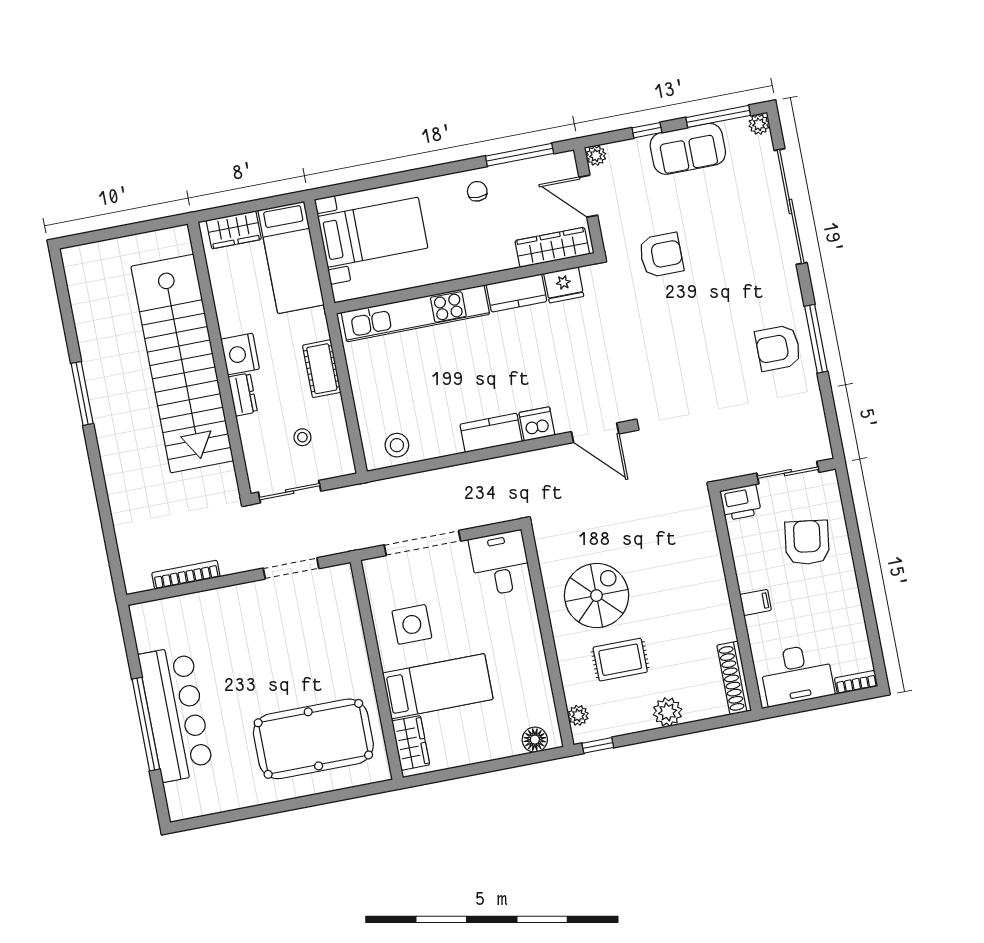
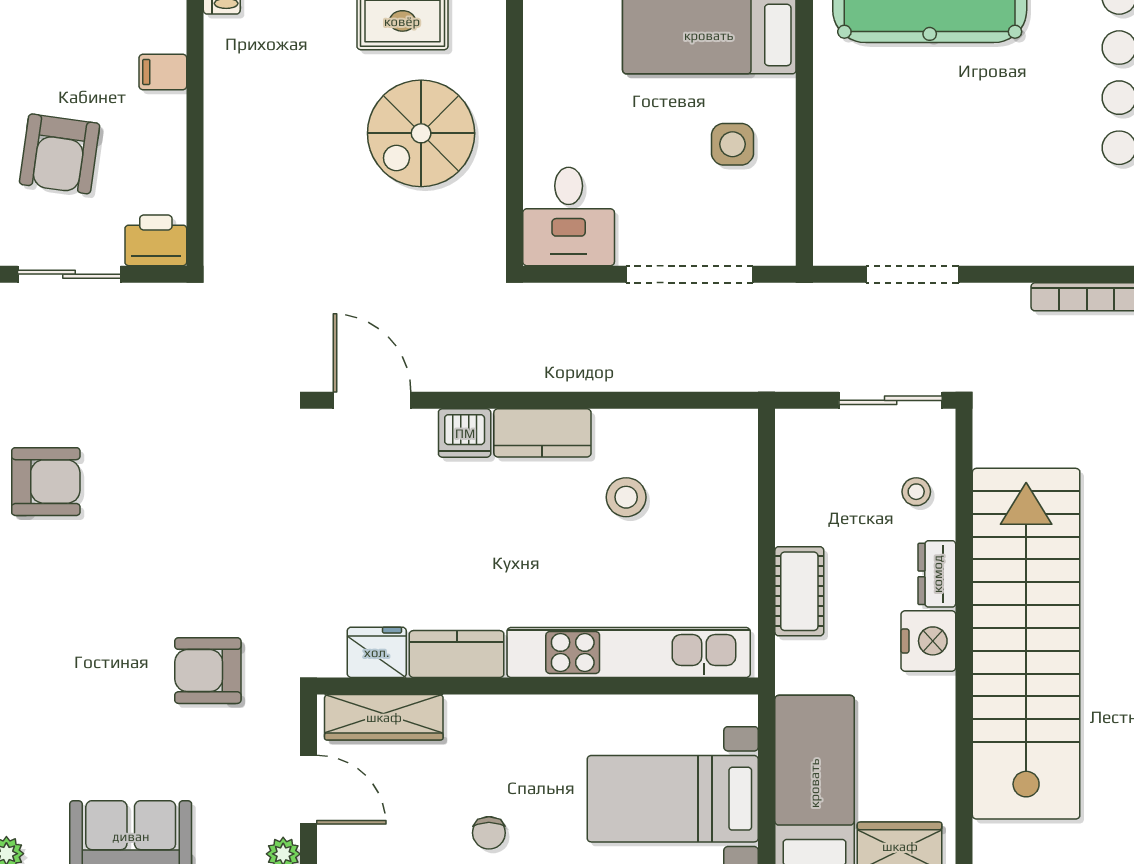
stool: (302, 437) -> (916, 492), moved
stool: (397, 445) -> (626, 497), moved
side table: (412, 624) -> (732, 144), width x0.73, depth x0.73

